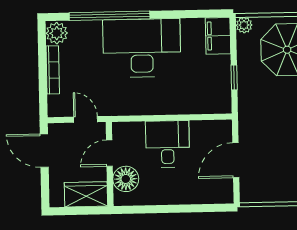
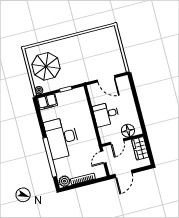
door: (109, 153) -> (117, 142), hinge flipped

